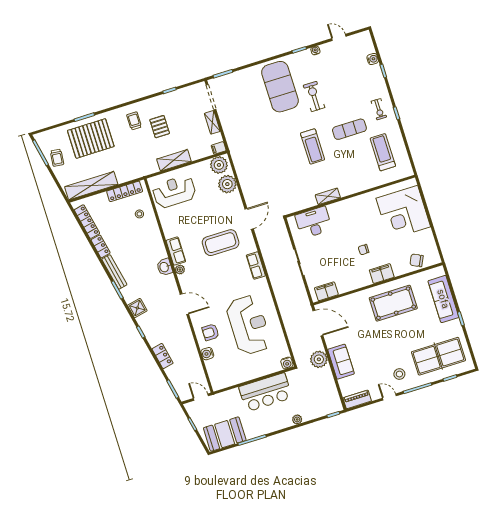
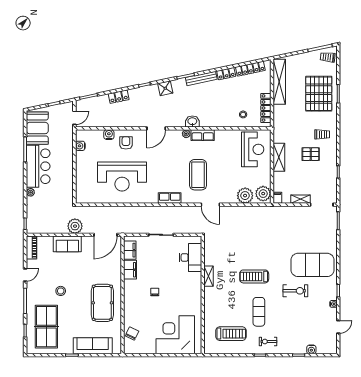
trolley: (57, 158) -> (328, 57), moved
filing cabinet: (382, 274) -> (130, 270), moved
water cooler: (287, 363) -> (80, 146), moved
stool: (399, 374) -> (61, 291), moved
bar counter: (265, 392) -> (38, 166), moved, turned 180

